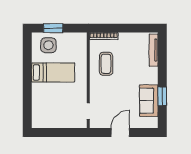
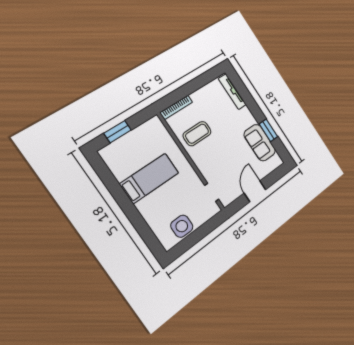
side table: (48, 45) -> (182, 226), moved
coffee table: (106, 64) -> (197, 134), turned 90

